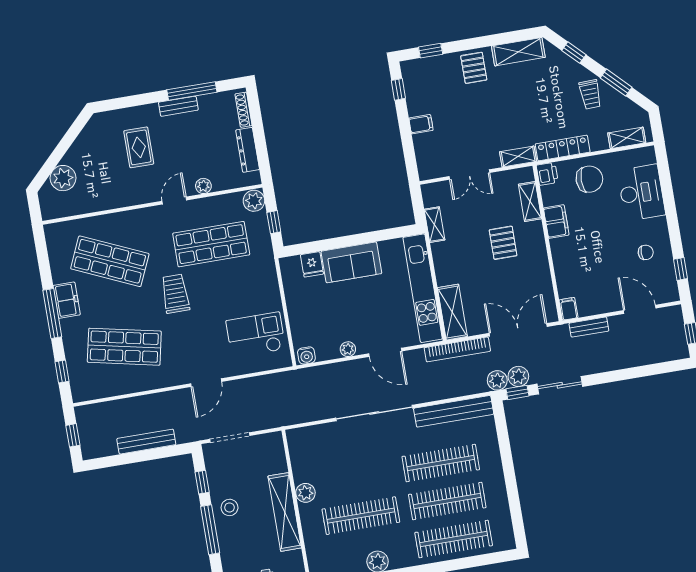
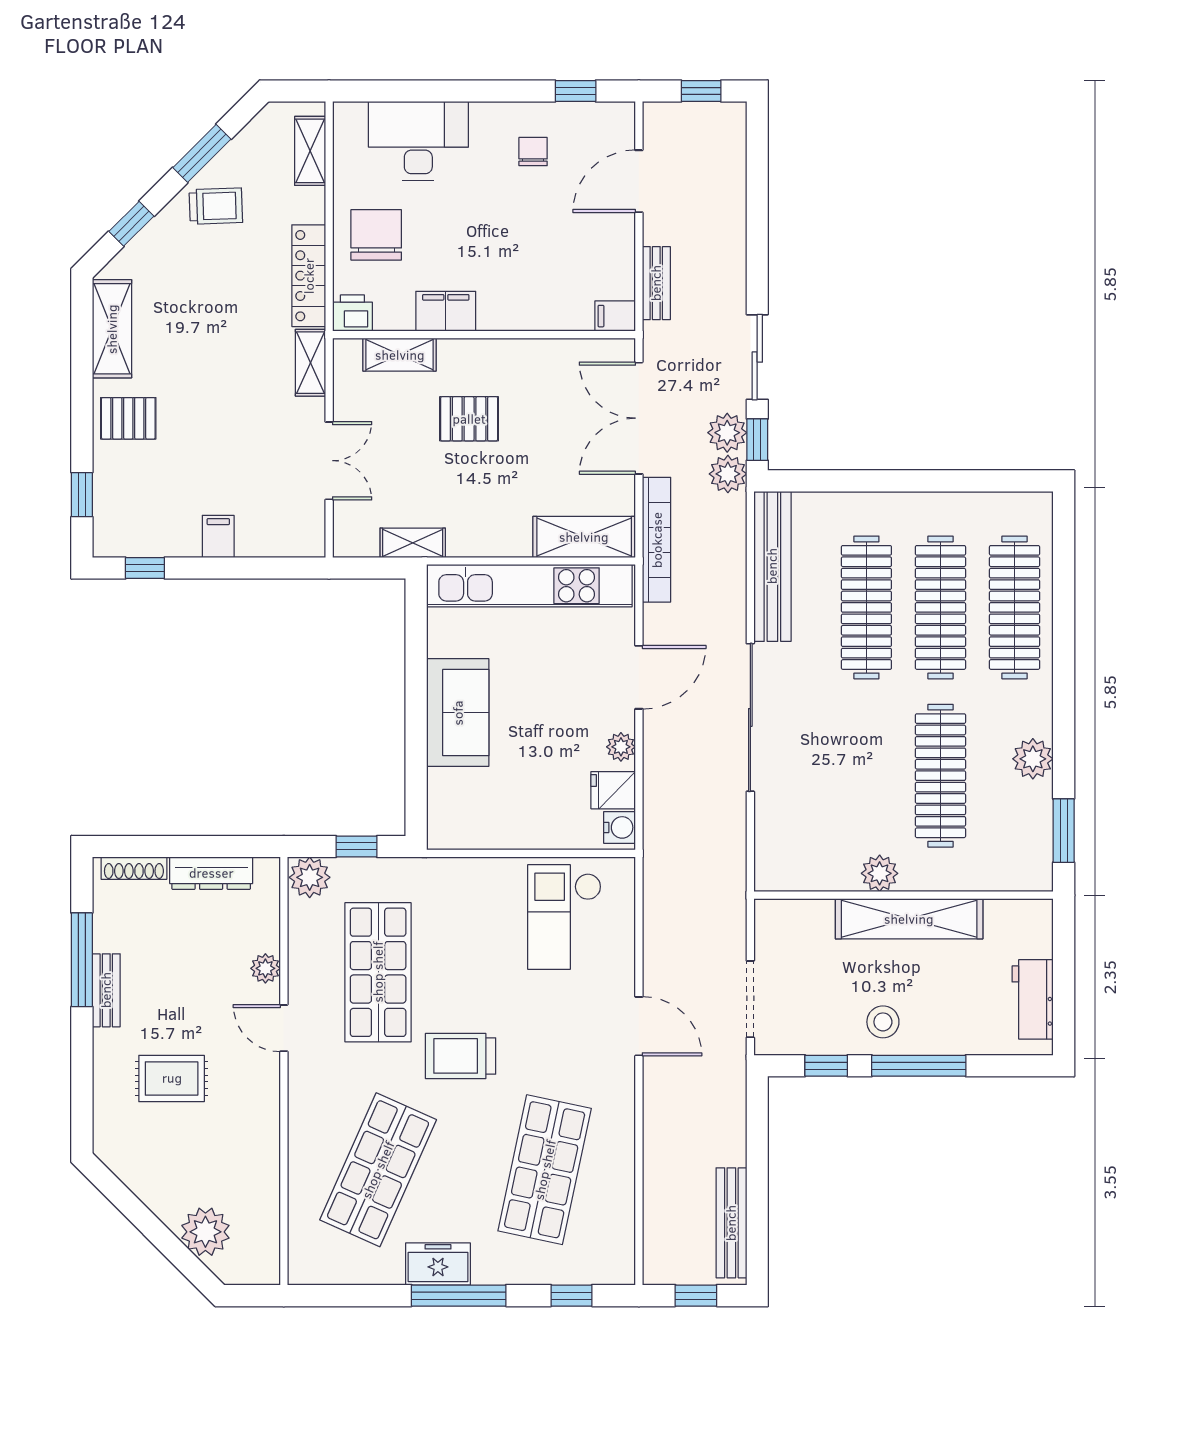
fridge: (312, 264) -> (613, 790), moved, turned 180
bench: (146, 442) -> (731, 1223), moved

